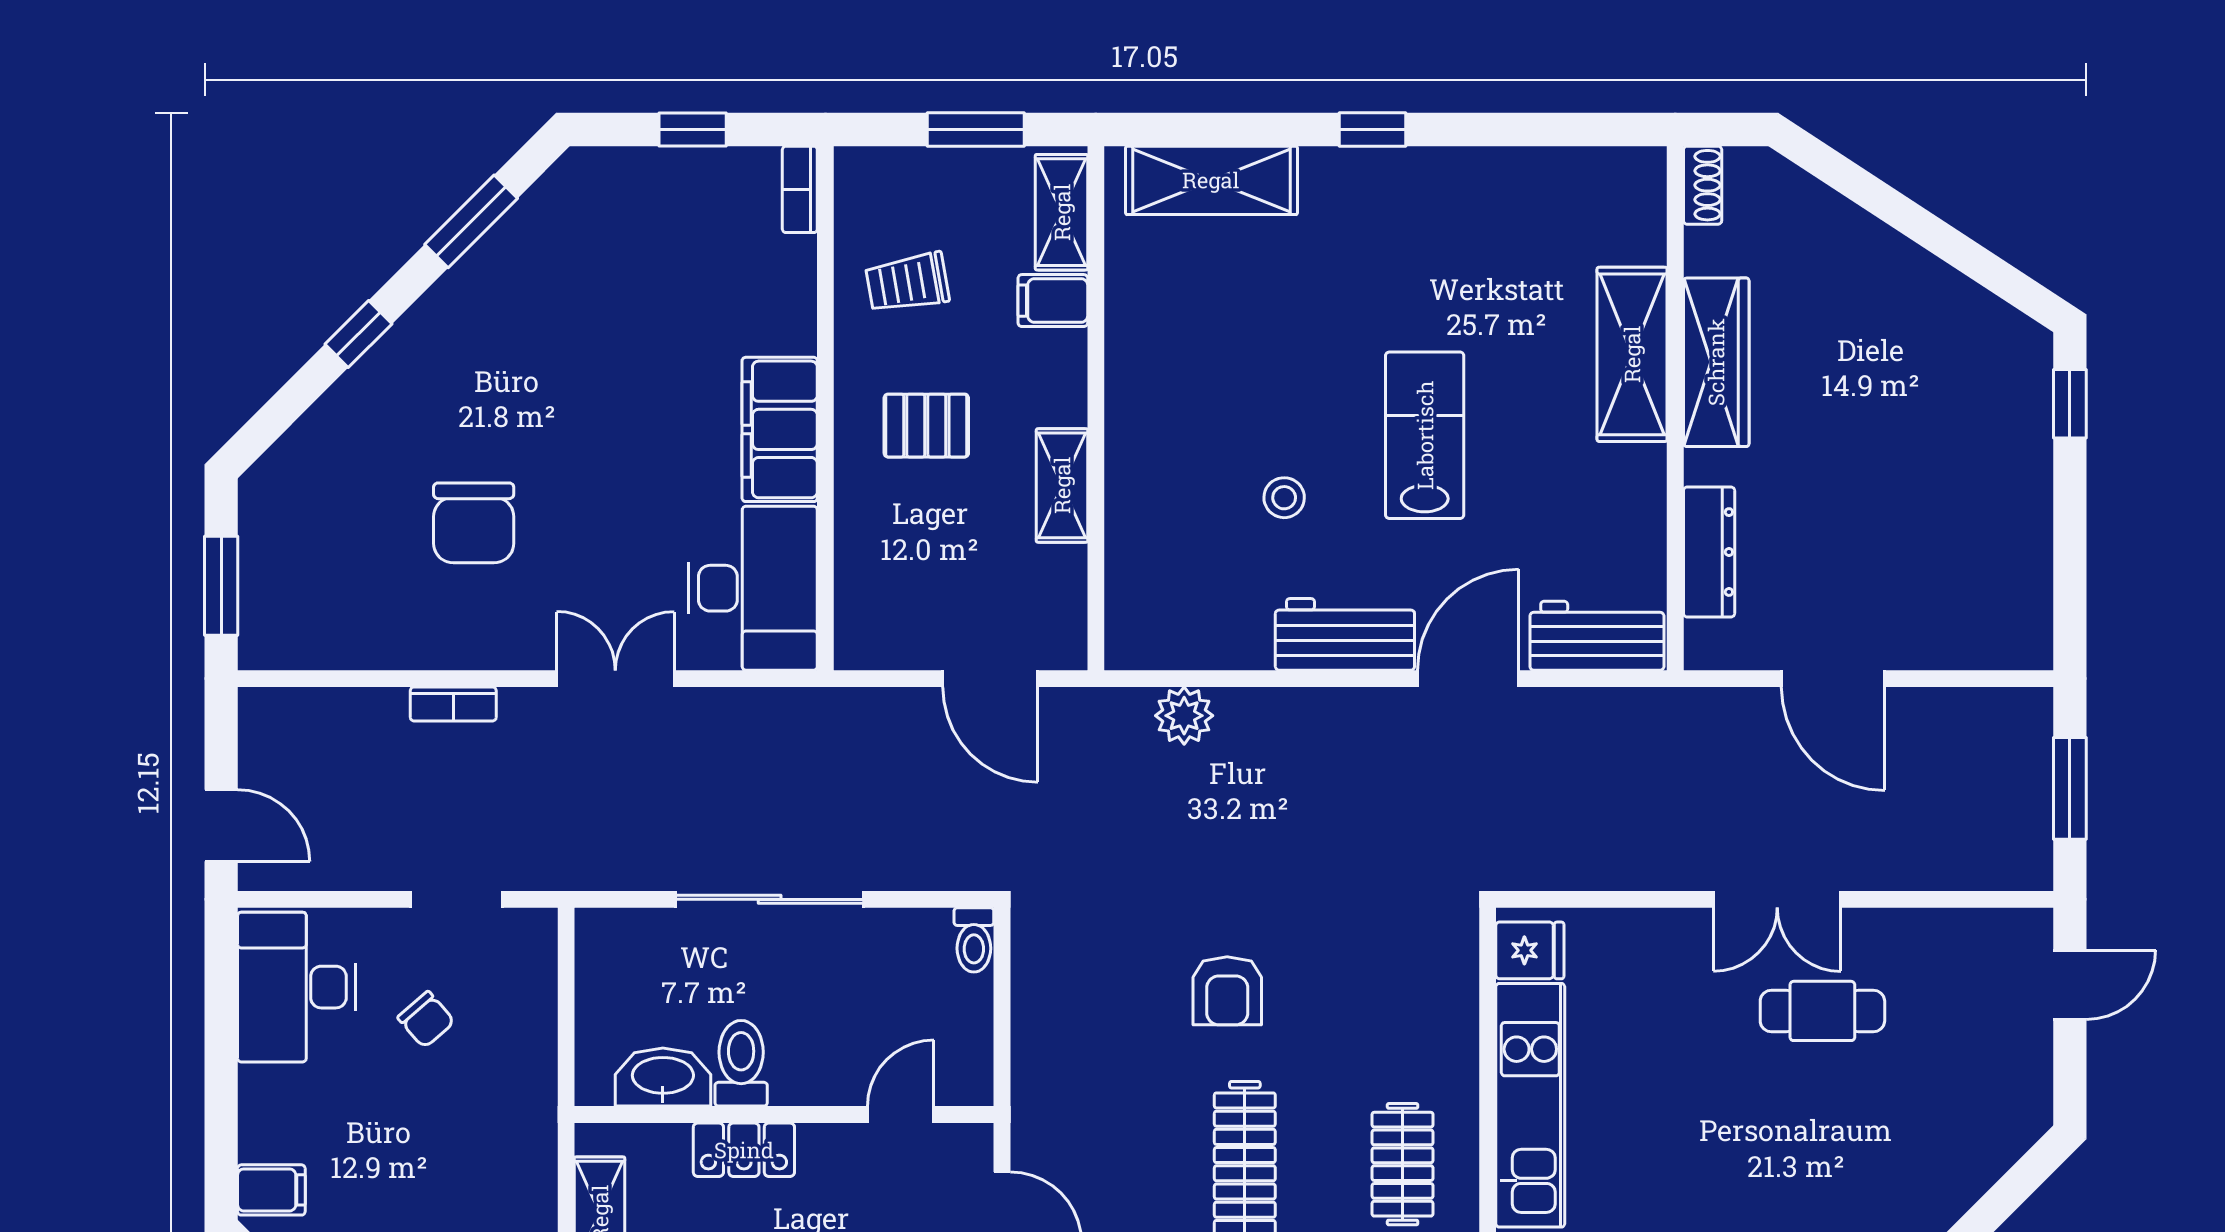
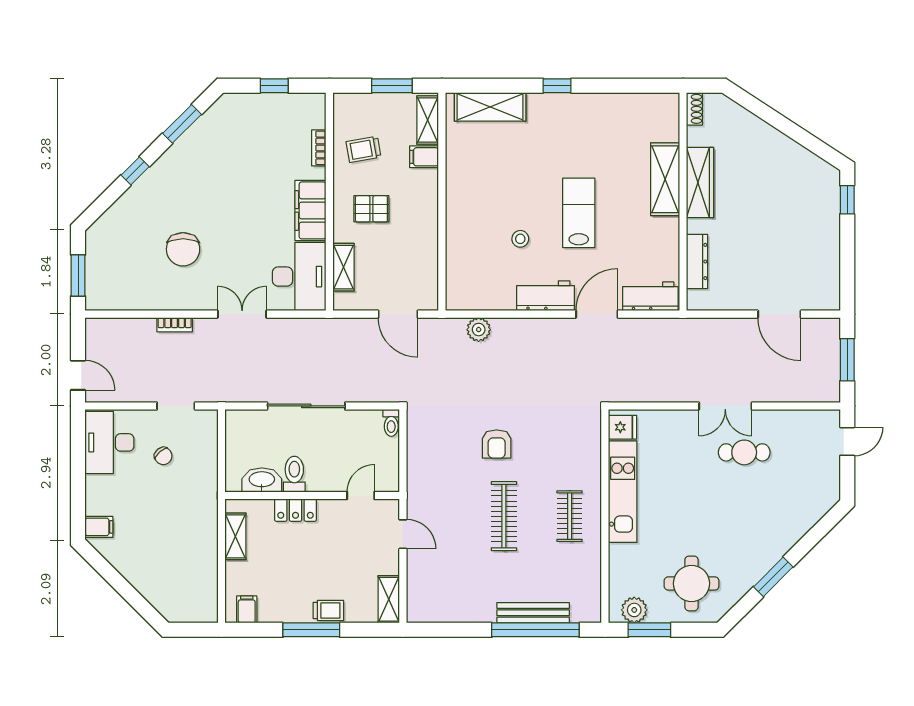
bookcase: (800, 189) -> (319, 148), moved
shelving: (1062, 485) -> (344, 267), moved
door: (1833, 679) -> (779, 314), moved

